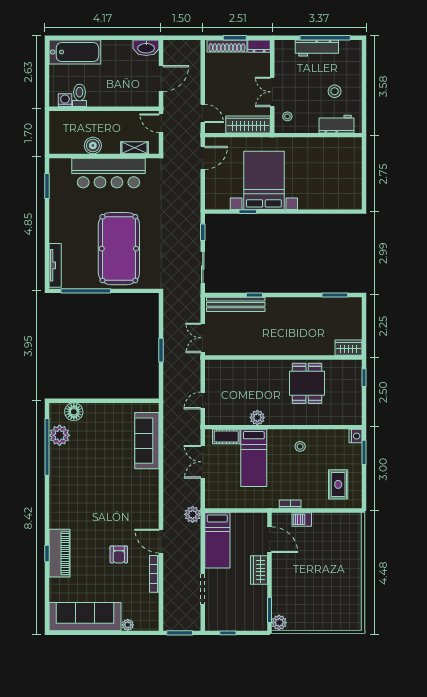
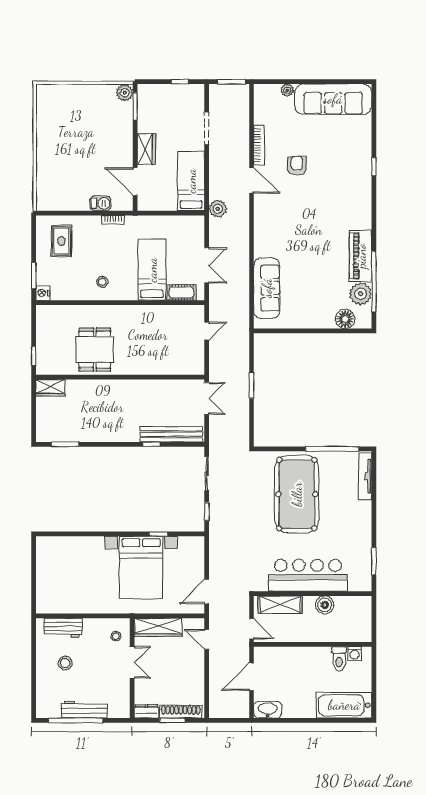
shelving: (134, 148) -> (280, 605), width x1.50, depth x1.33
plant: (257, 418) -> (148, 313), removed
piano: (60, 553) -> (361, 256), moved

